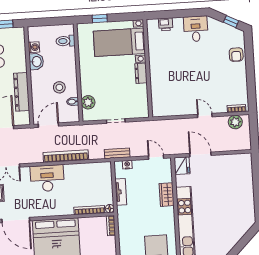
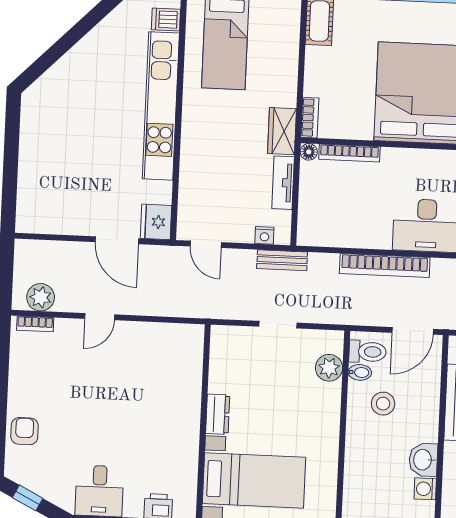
toilet: (65, 41) -> (368, 352), moved
door: (205, 116) -> (100, 317), hinge flipped
wardrobe: (167, 195) -> (282, 131), moved, turned 180

